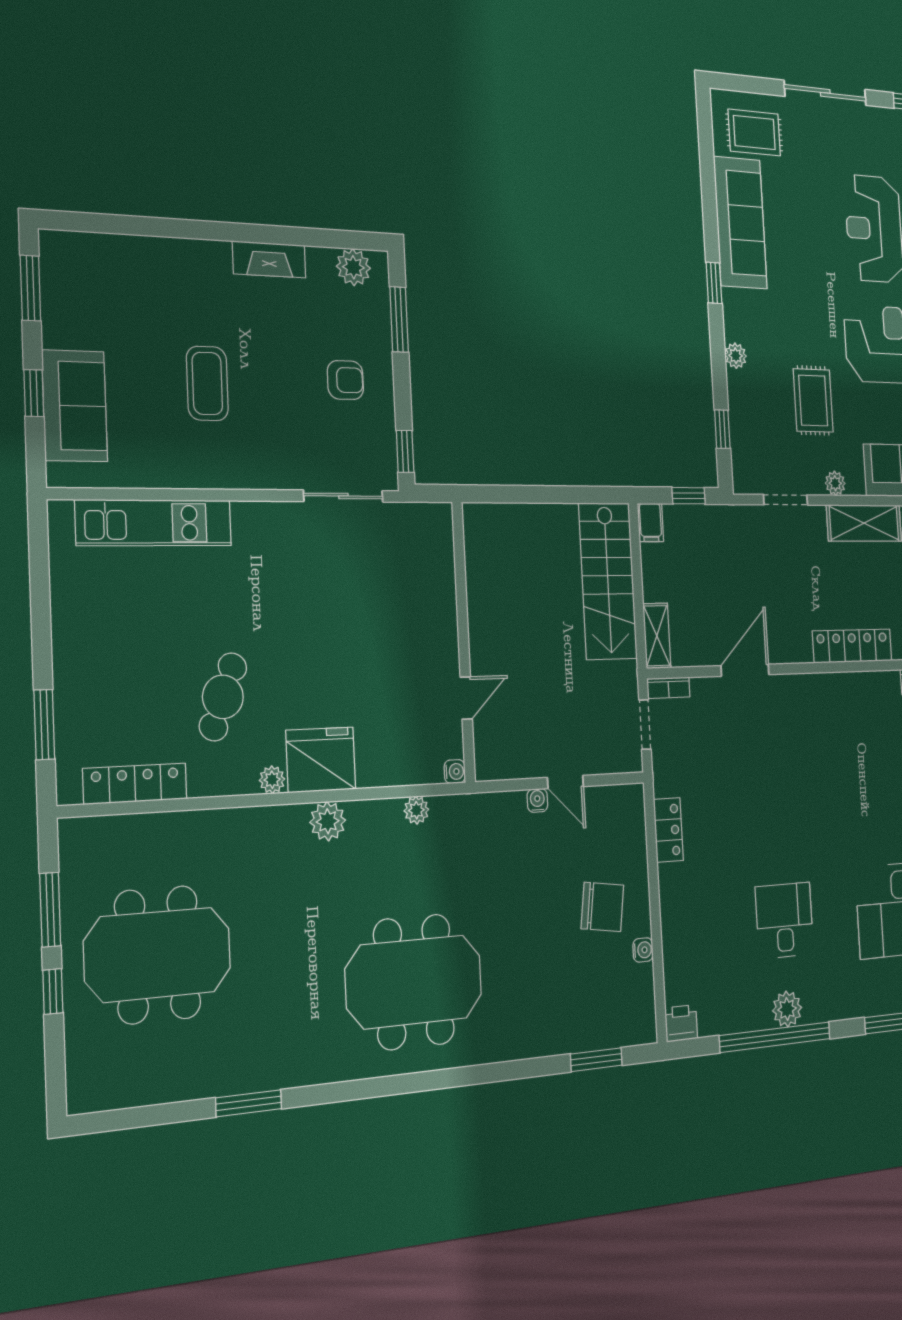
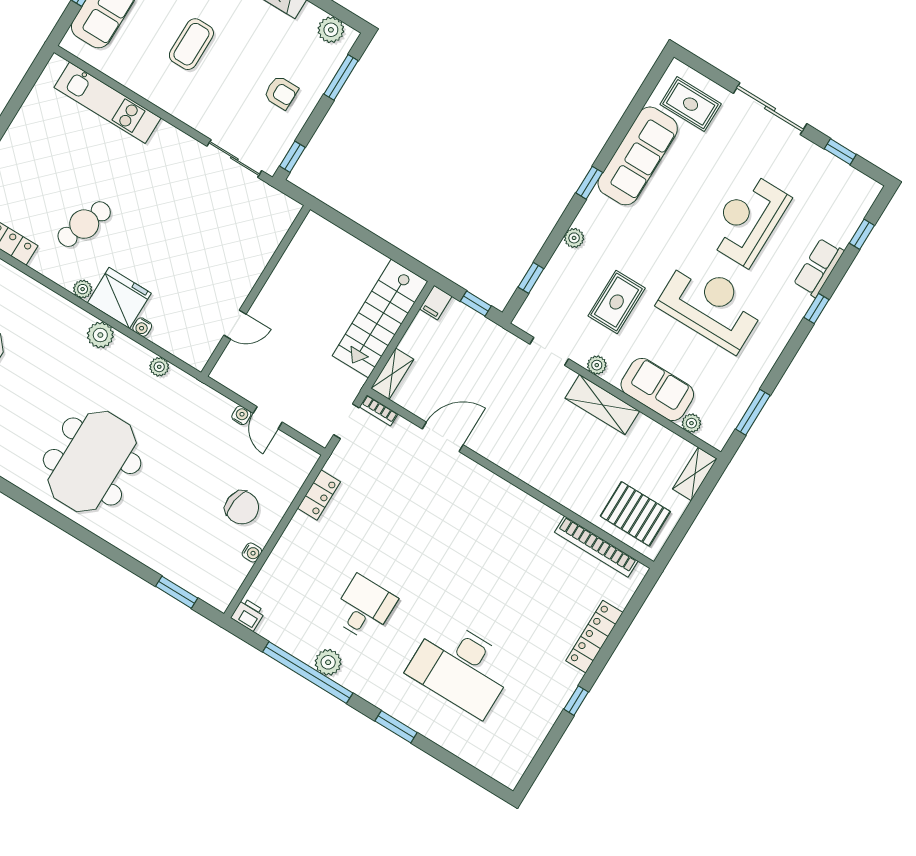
locker: (852, 646) -> (537, 476), removed
water cooler: (455, 772) -> (142, 327), moved, turned 90
meeting table: (414, 982) -> (92, 461), turned 90

